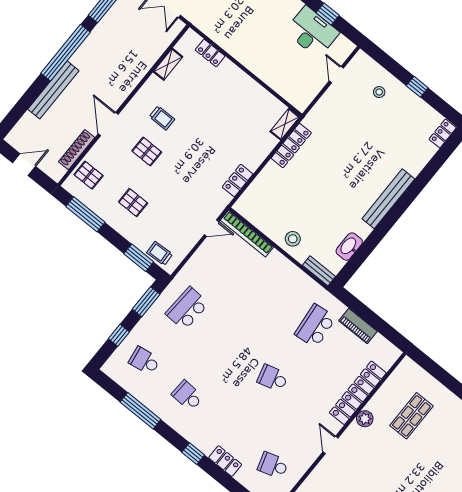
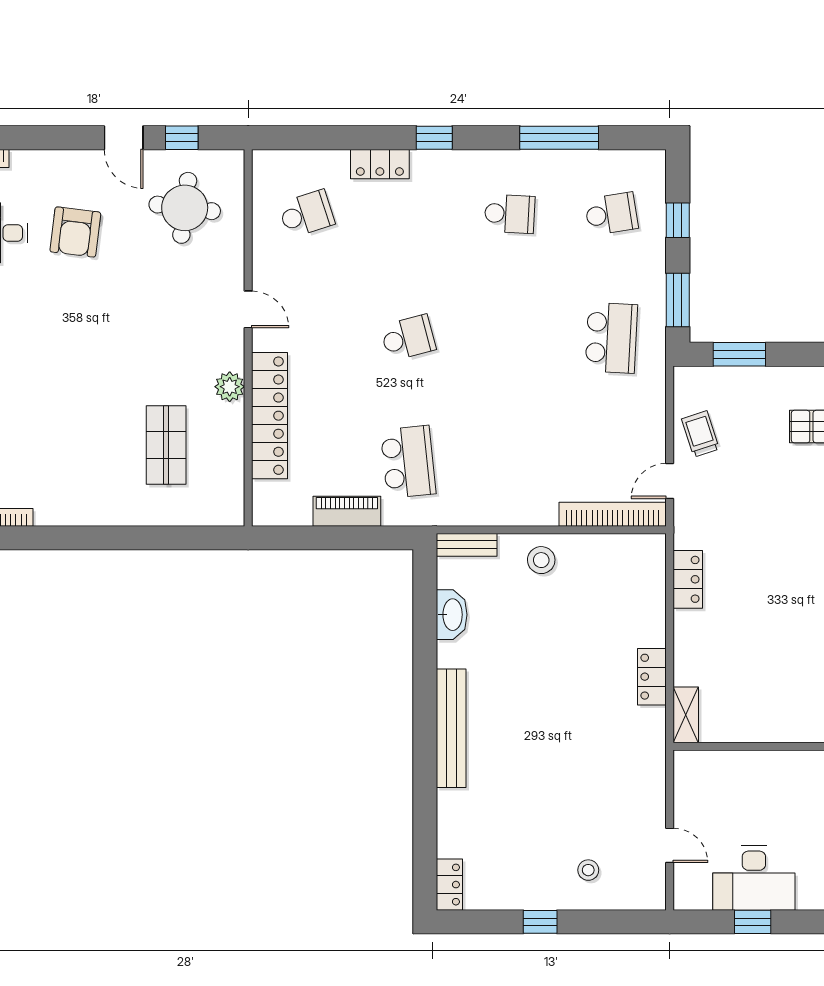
locker: (291, 145) -> (652, 677), width x0.66
trolley: (160, 253) -> (700, 434), moved, turned -105

